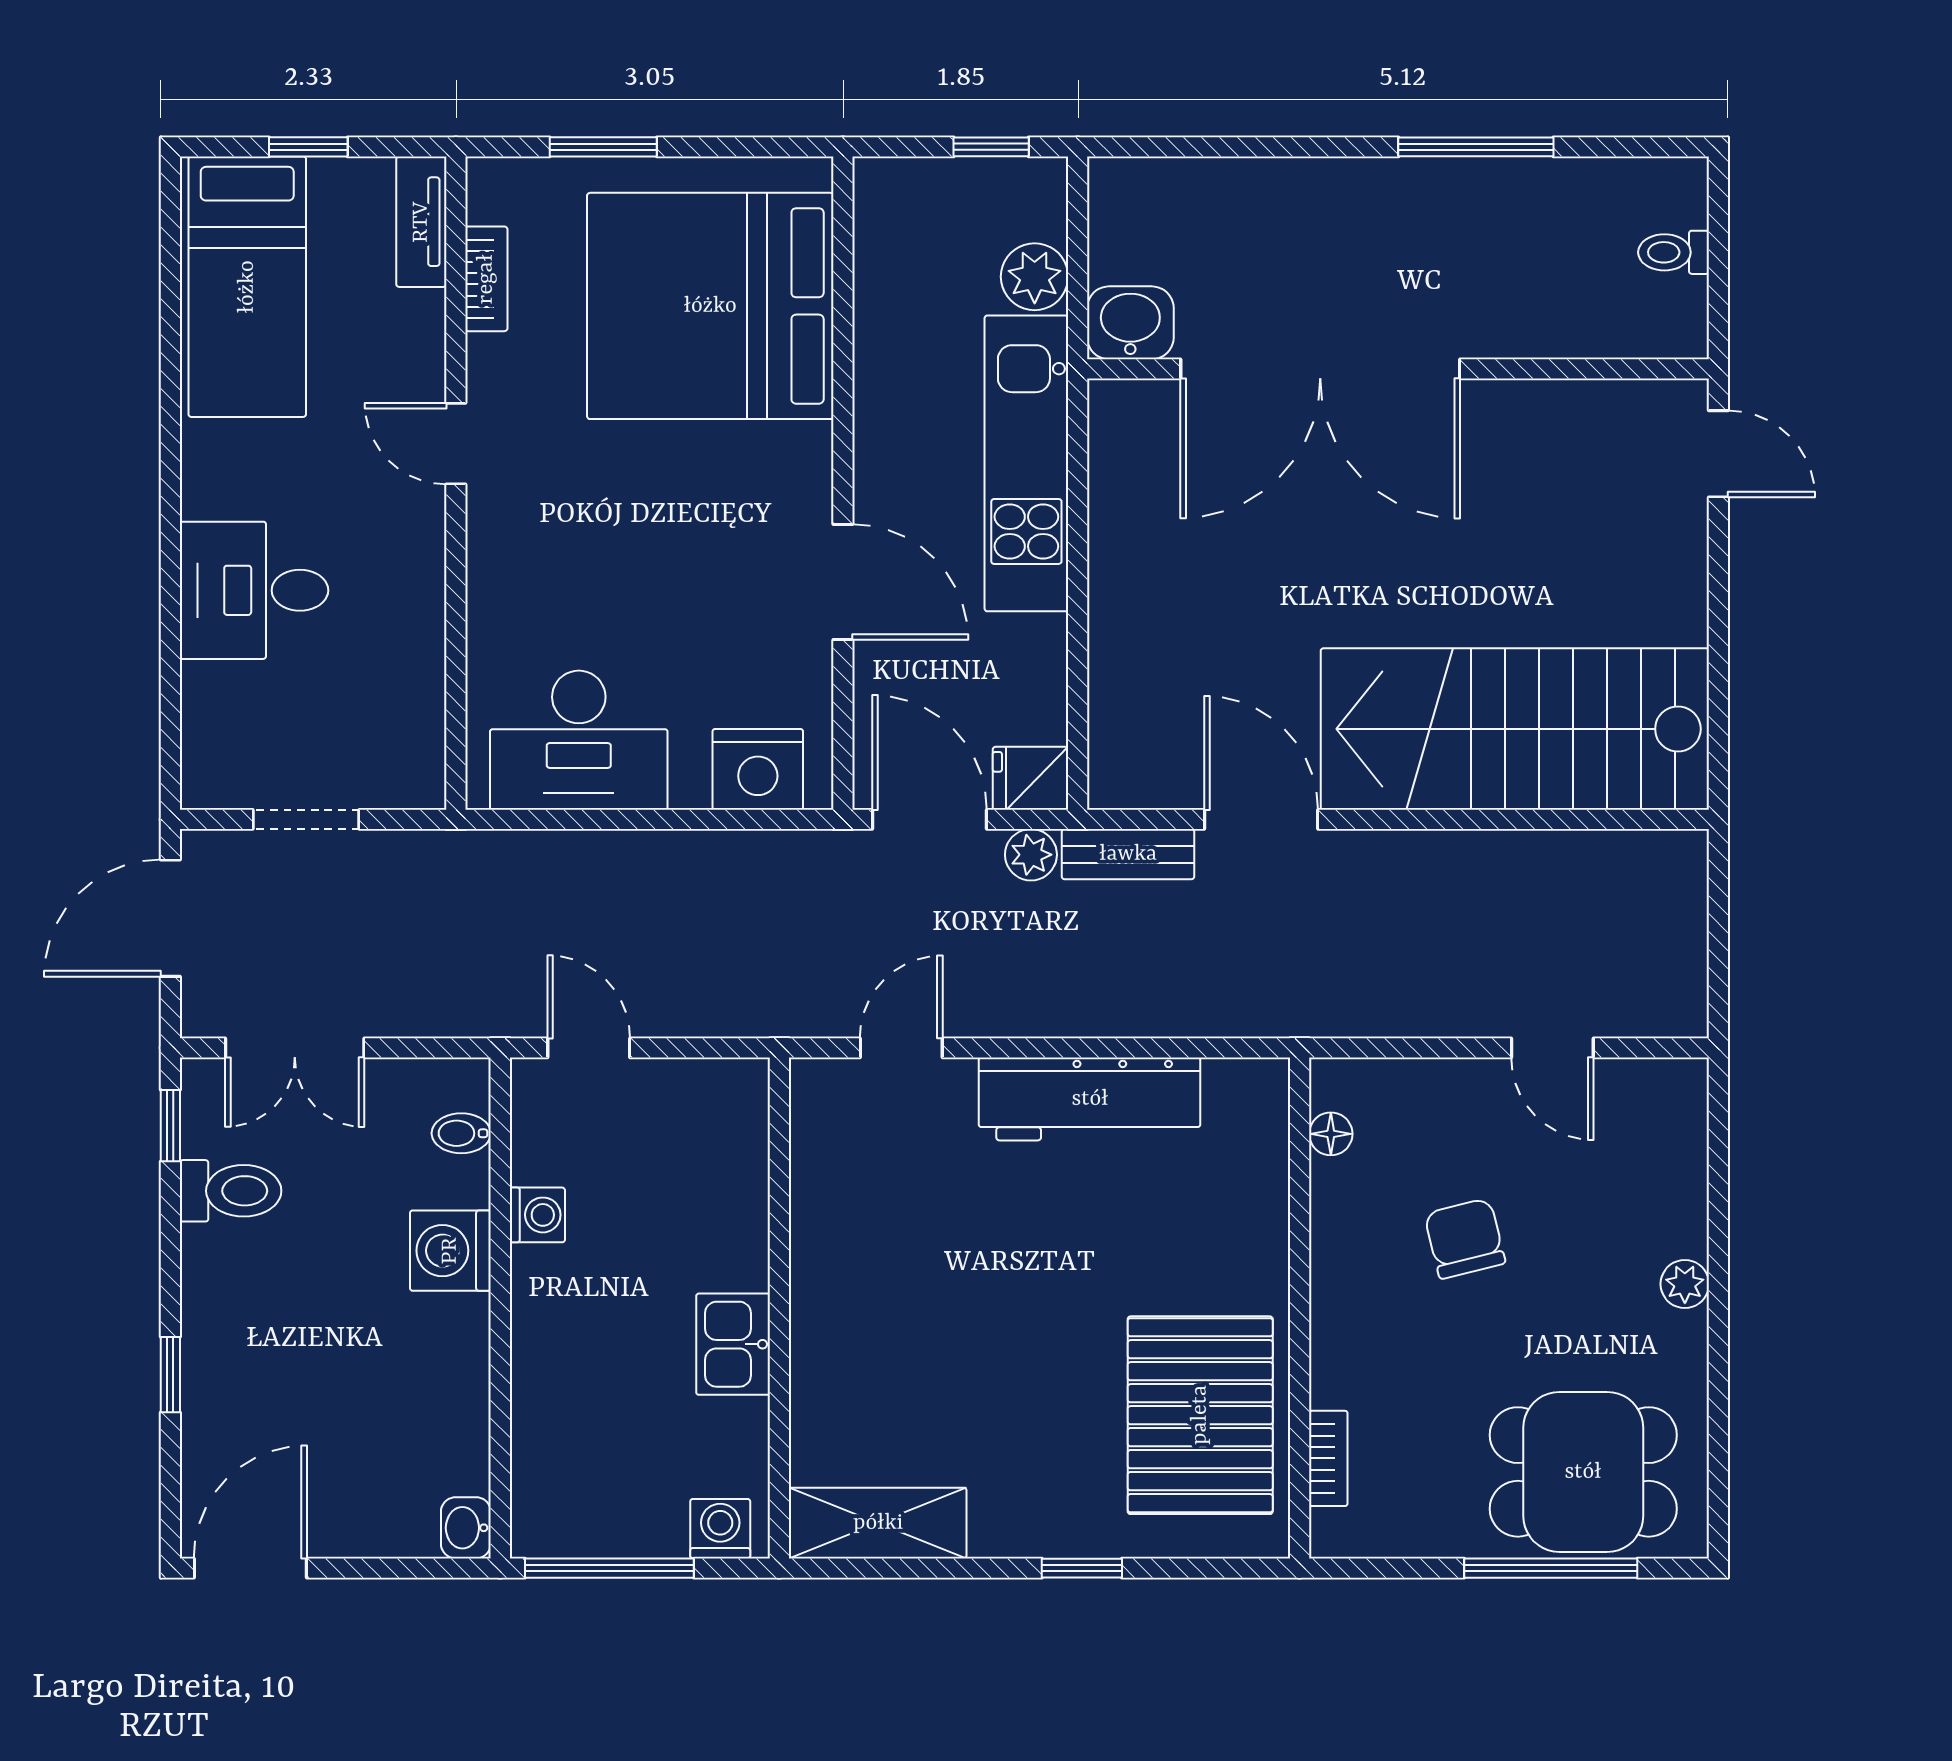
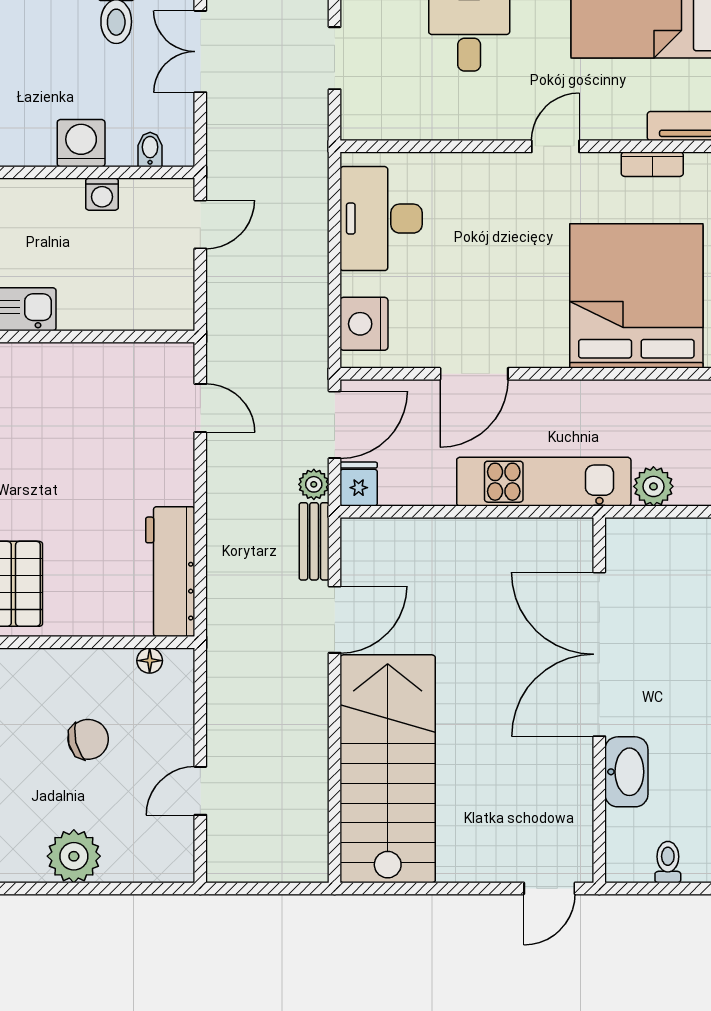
washbasin: (1130, 323) -> (626, 772), moved, width x1.38
workbench: (1090, 1099) -> (170, 572), moved
plant: (1685, 1284) -> (74, 856), width x1.88, depth x1.88

